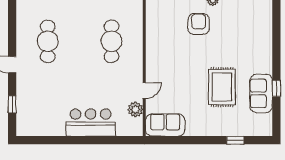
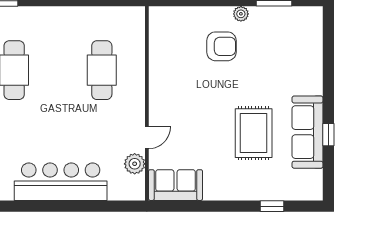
armchair: (199, 24) -> (221, 46), turned 90
sofa: (261, 93) -> (308, 132), width x1.36
bar counter: (91, 123) -> (61, 182), width x1.36

